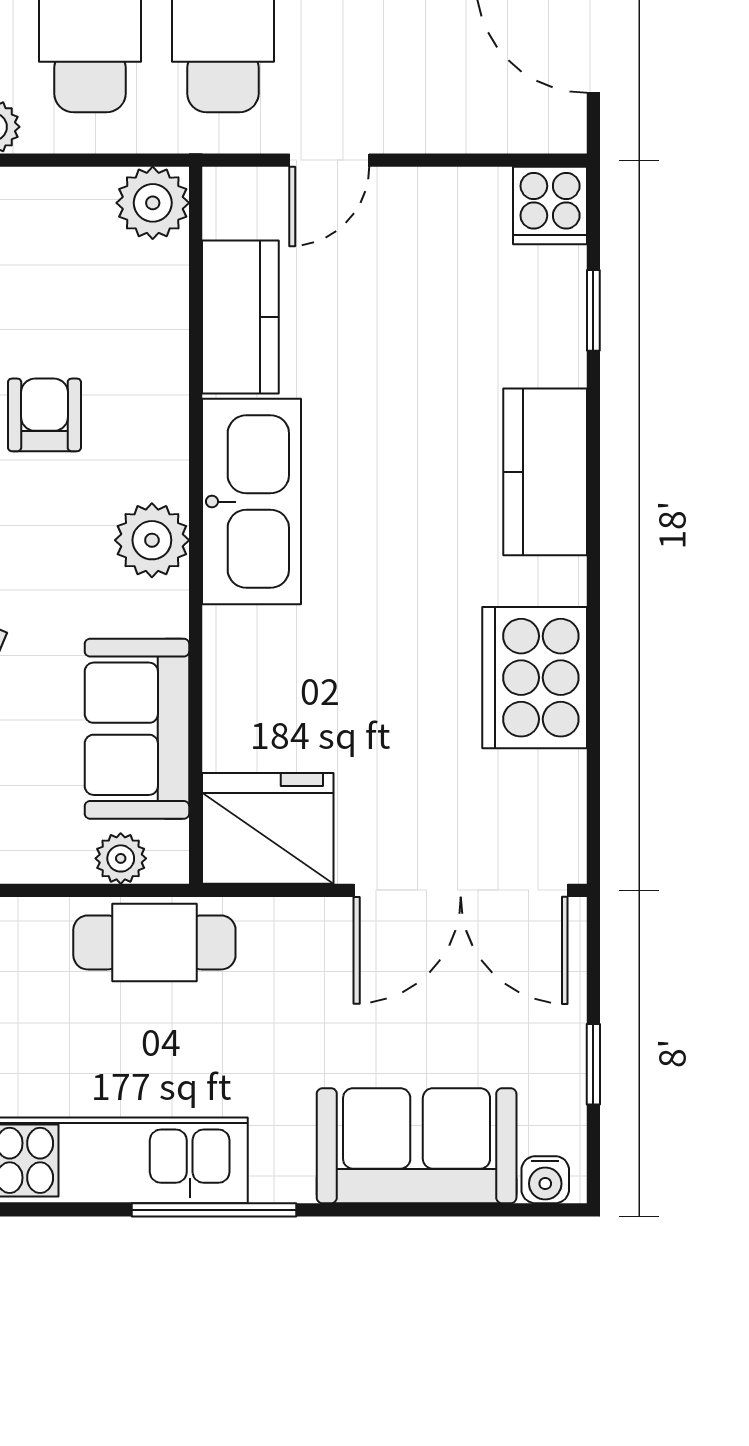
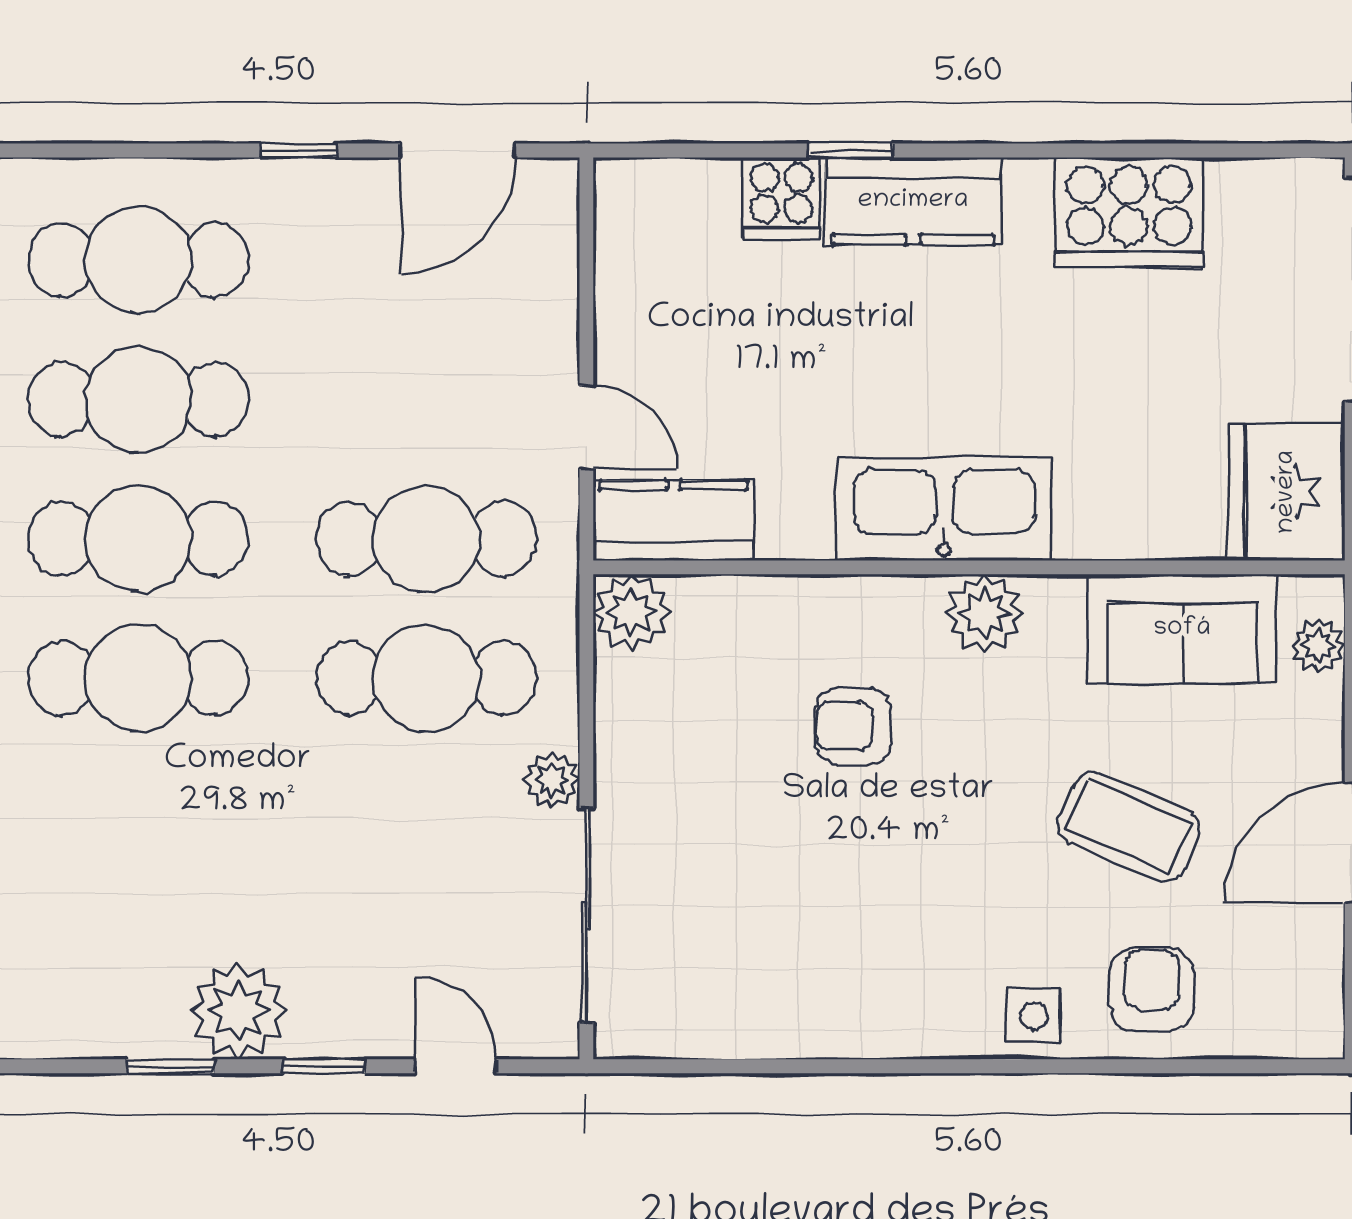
cooker: (550, 205) -> (782, 198), moved, turned 90
window: (593, 310) -> (850, 151), moved
kitchen counter: (240, 317) -> (673, 520), moved

